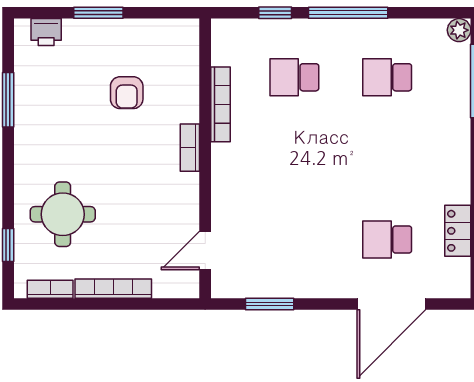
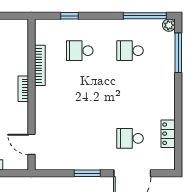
window: (348, 13) -> (145, 16), moved
door: (205, 251) -> (32, 144), hinge flipped
window: (270, 304) -> (87, 173), moved

